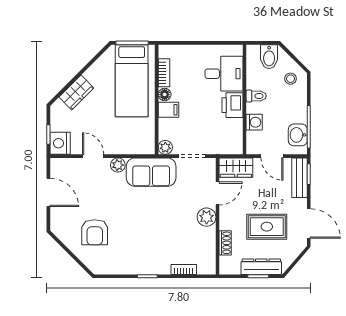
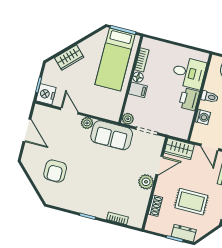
dresser: (261, 267) -> (184, 233), width x0.70

